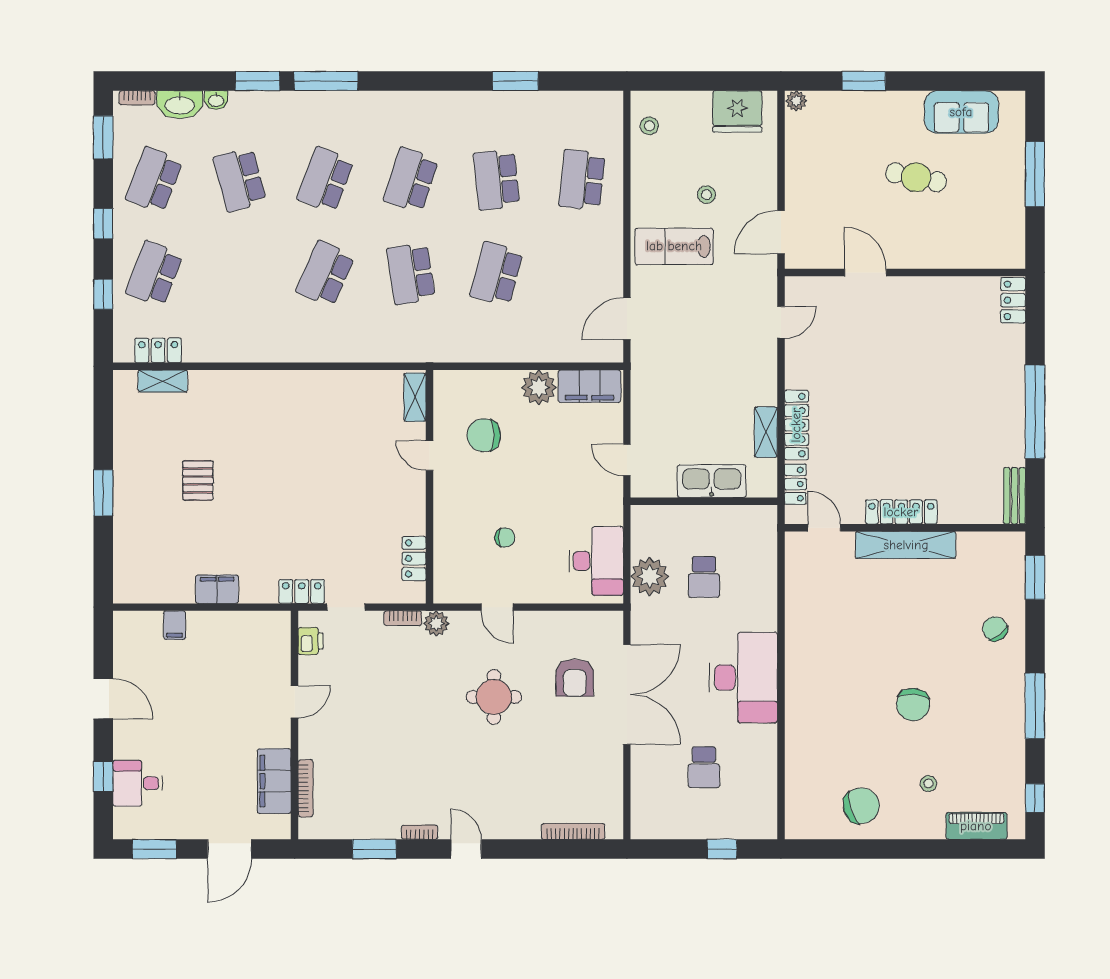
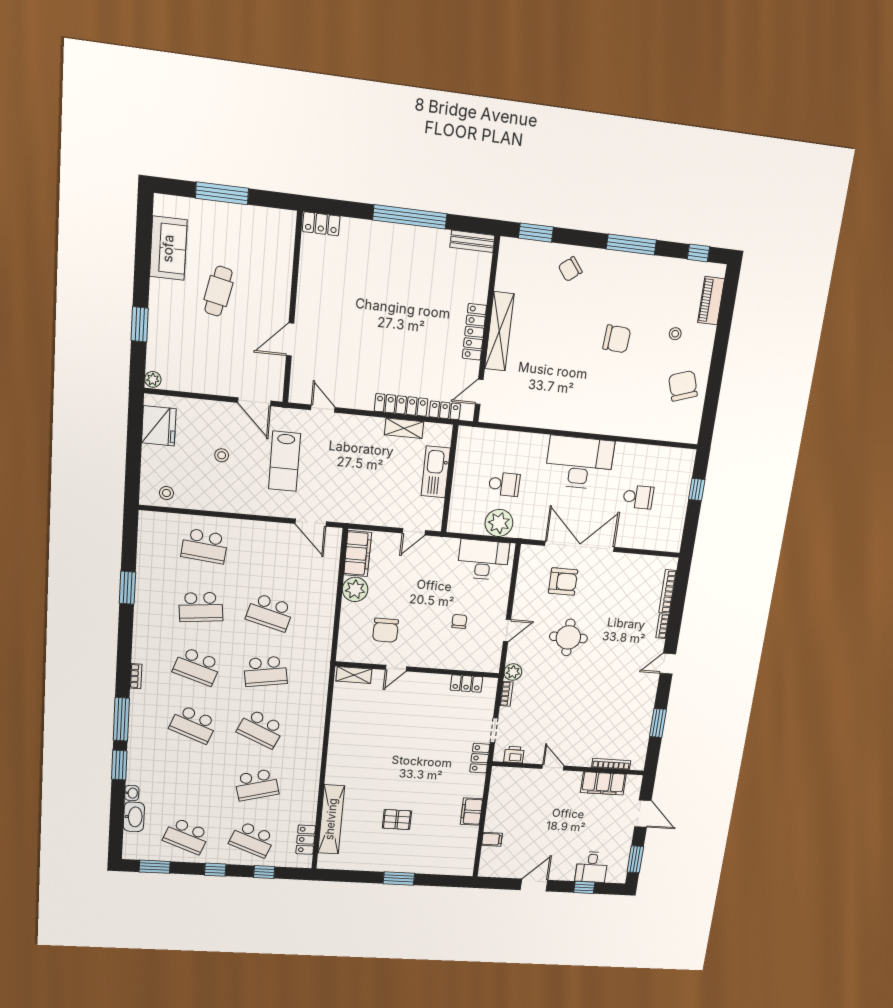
bookcase: (137, 98) -> (136, 676), moved
school desk: (240, 180) -> (257, 785), moved
lab bench: (674, 246) -> (285, 461), moved
shelving: (163, 381) -> (331, 819), width x2.20, depth x1.33
bookcase: (420, 832) -> (663, 626), moved

